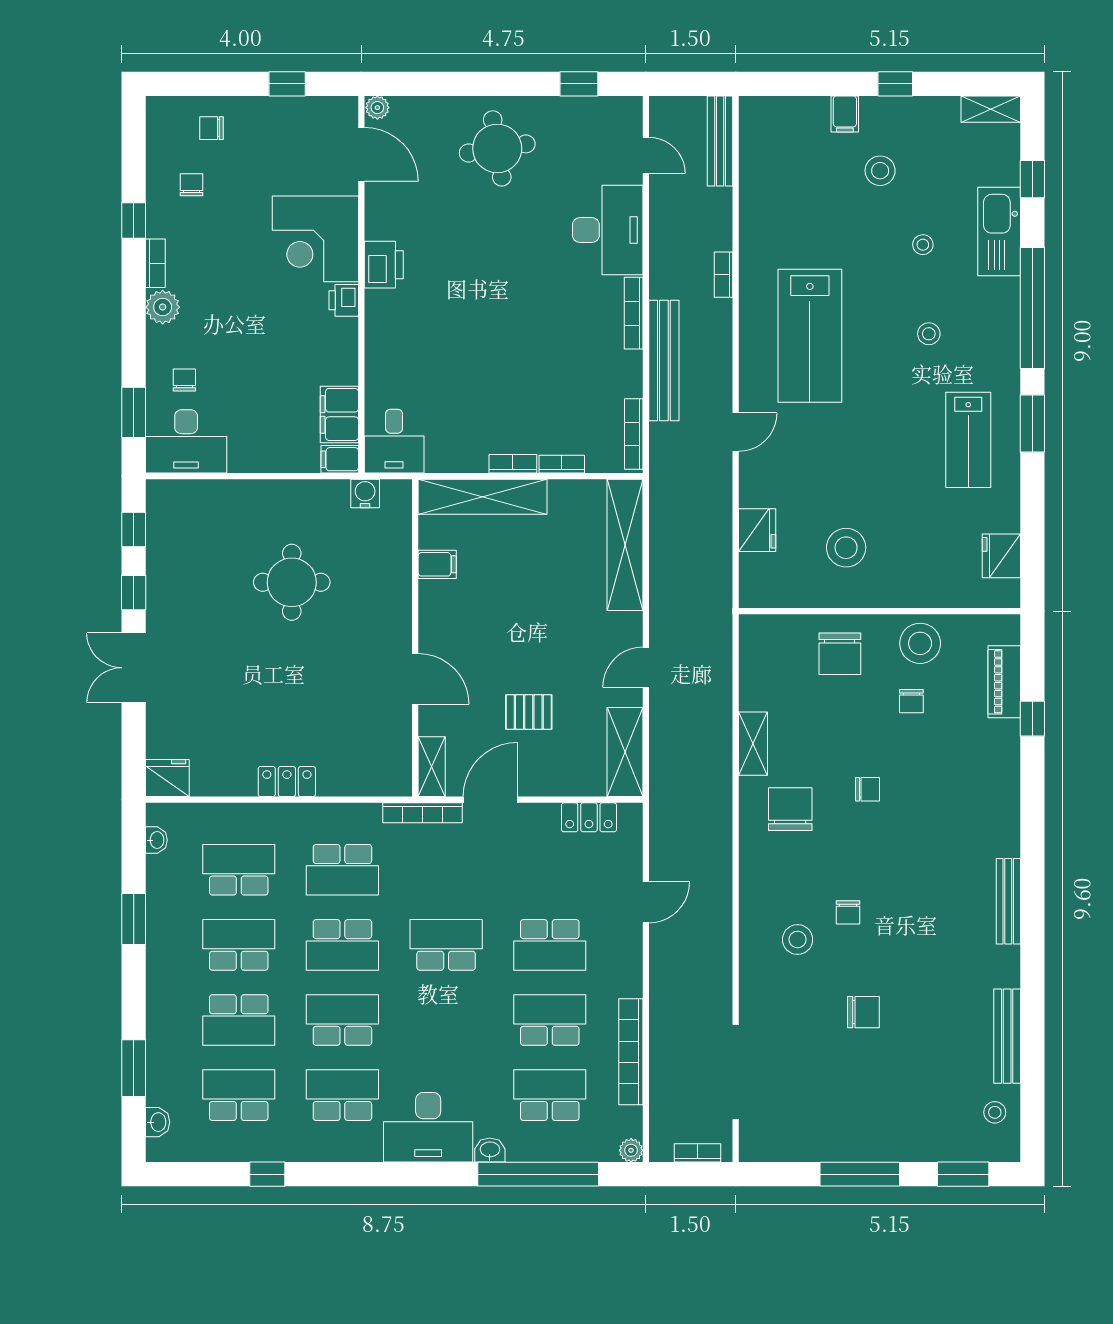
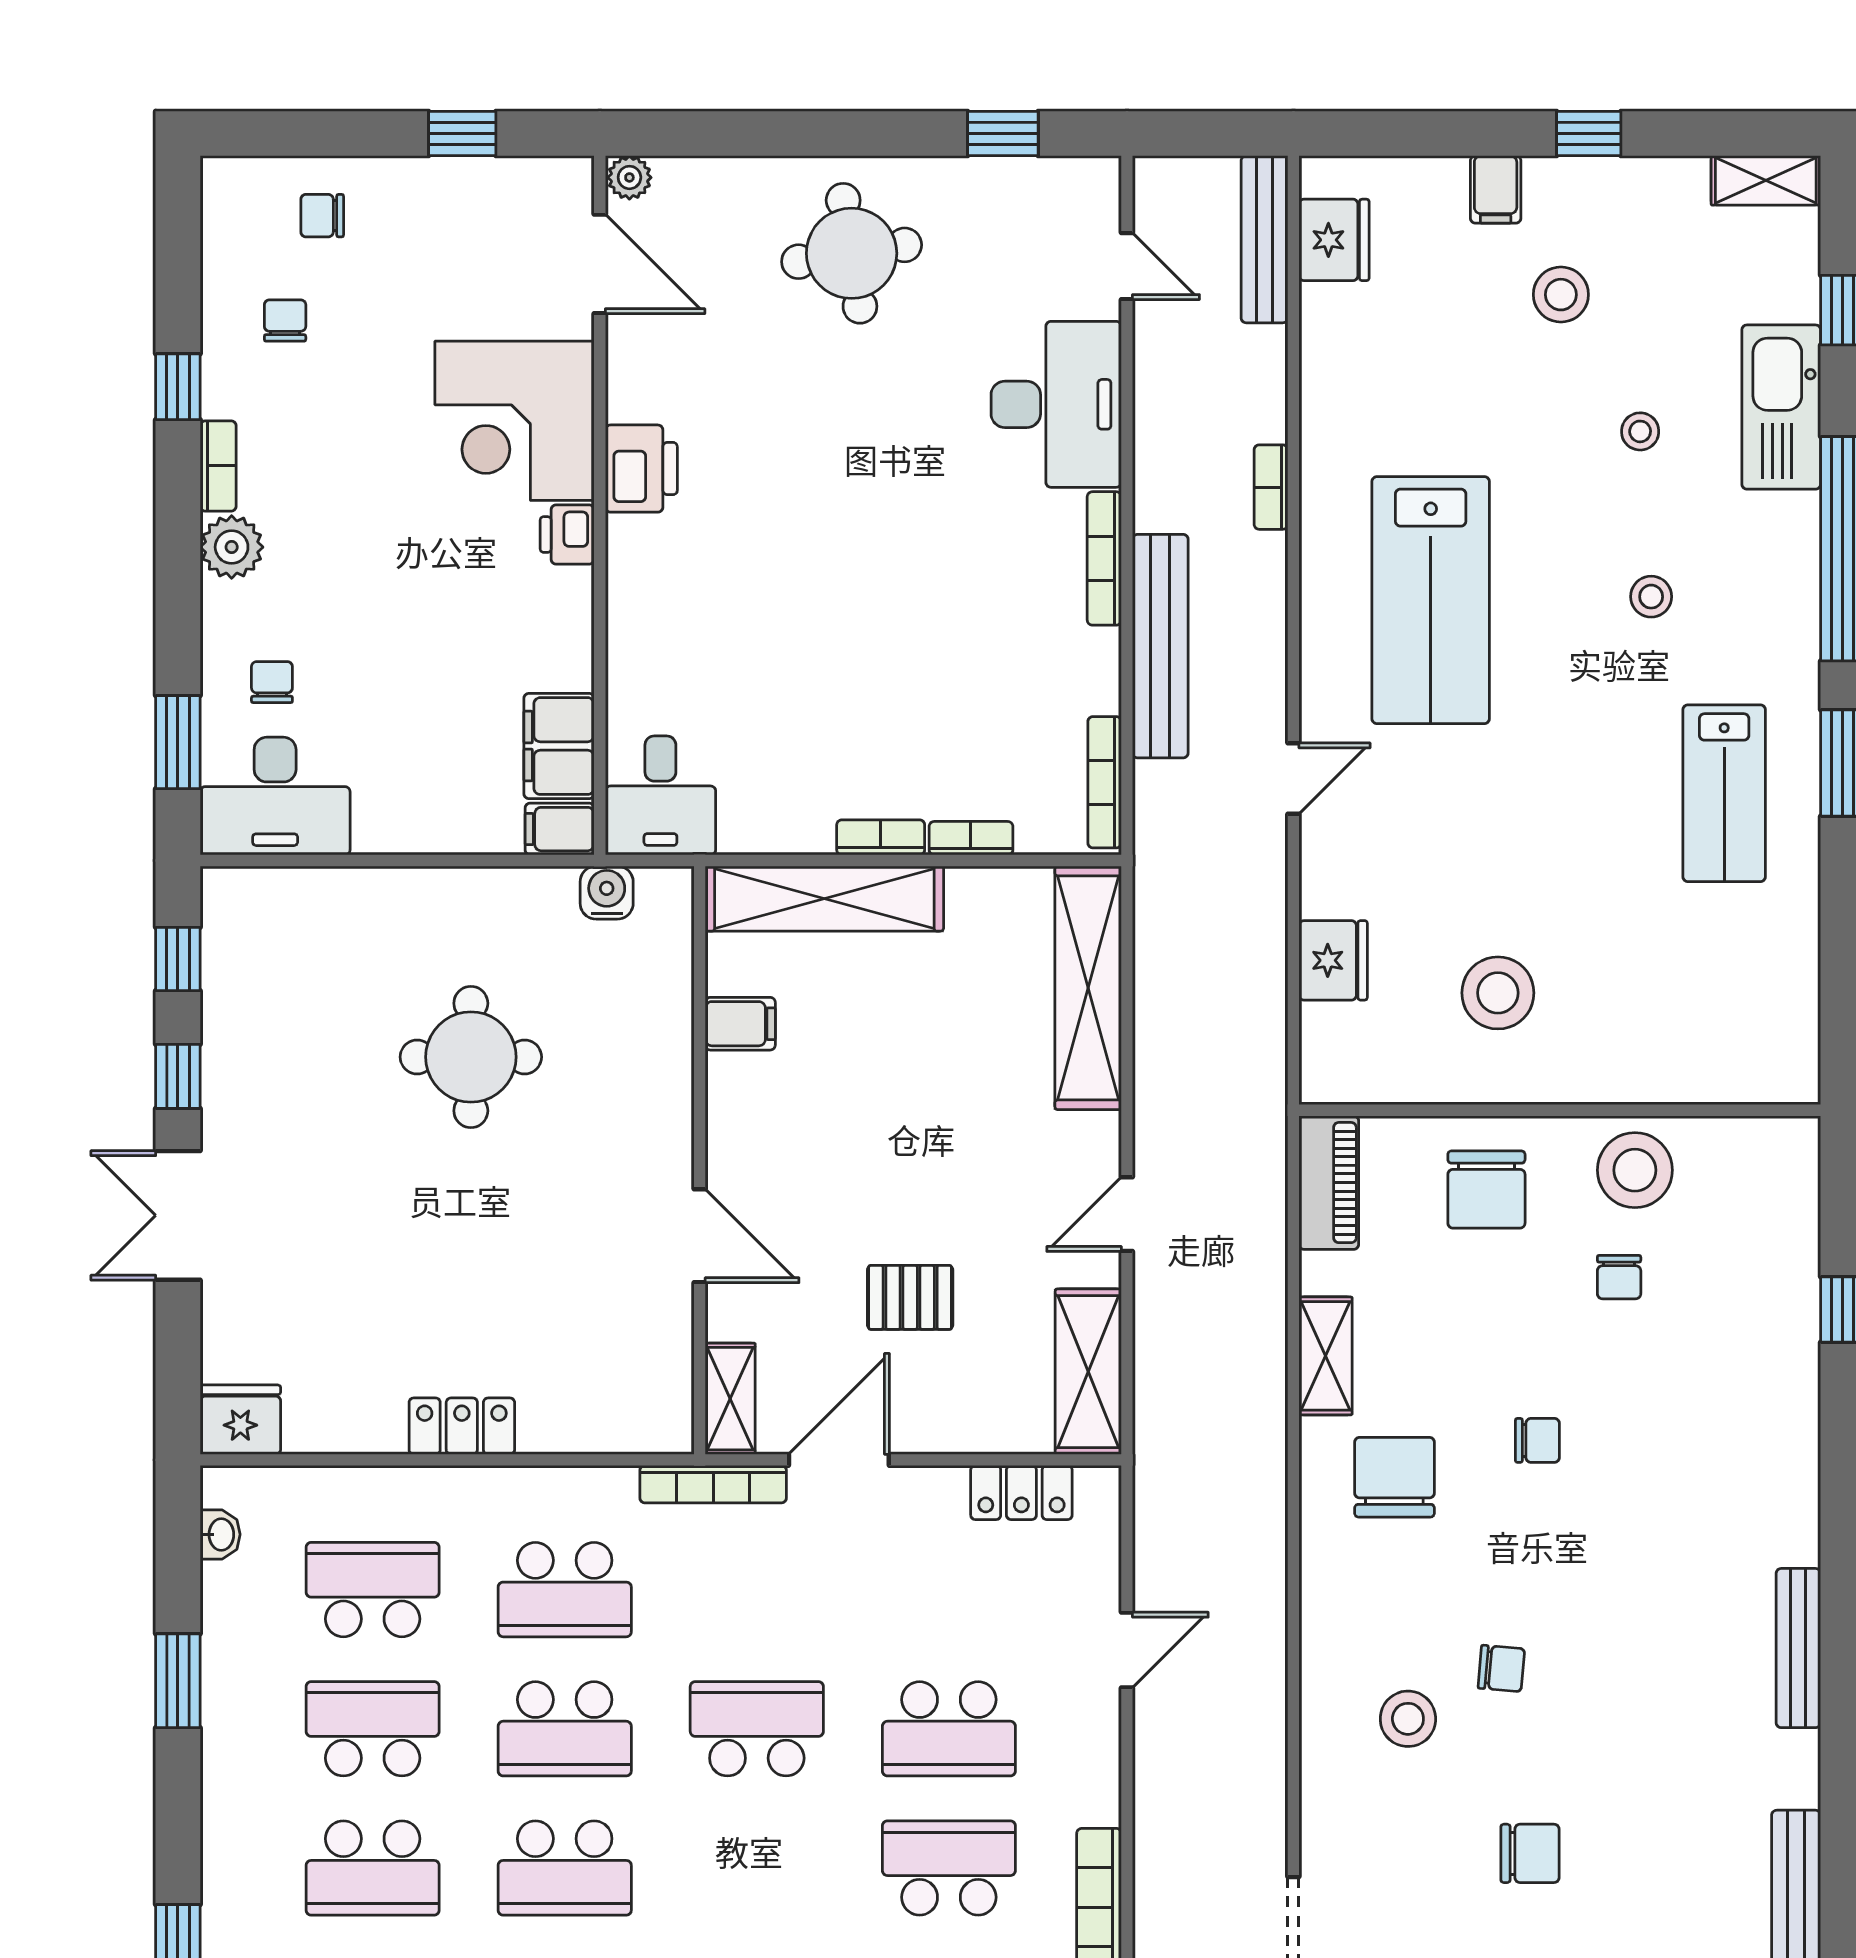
fridge: (1001, 556) -> (1334, 240), moved, turned 180
piano: (1004, 682) -> (1329, 1183), moved, turned 180
chair: (848, 912) -> (1501, 1668), turned -85
school desk: (342, 1020) -> (565, 1868), turned 180

